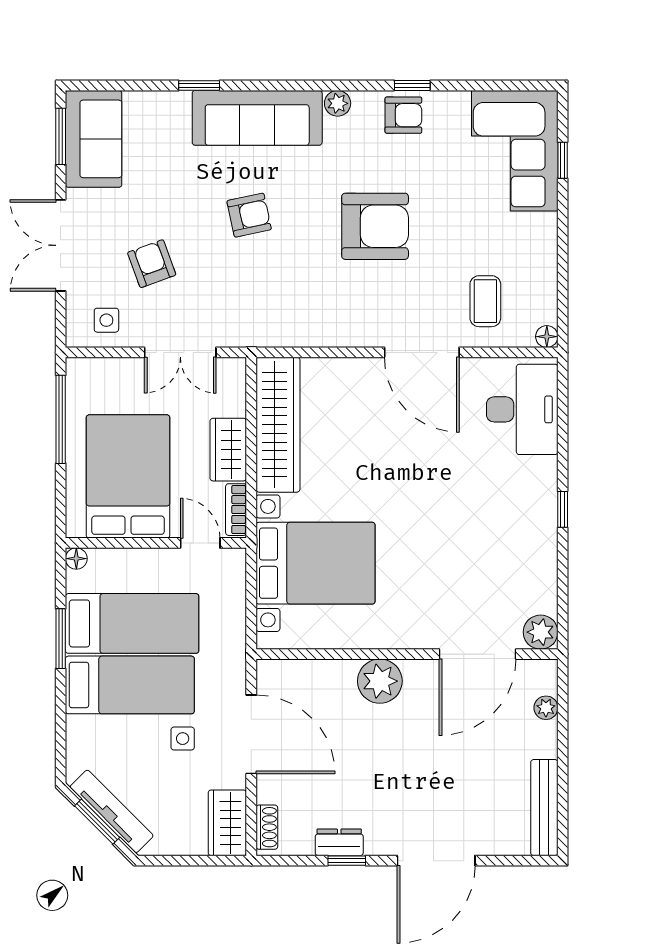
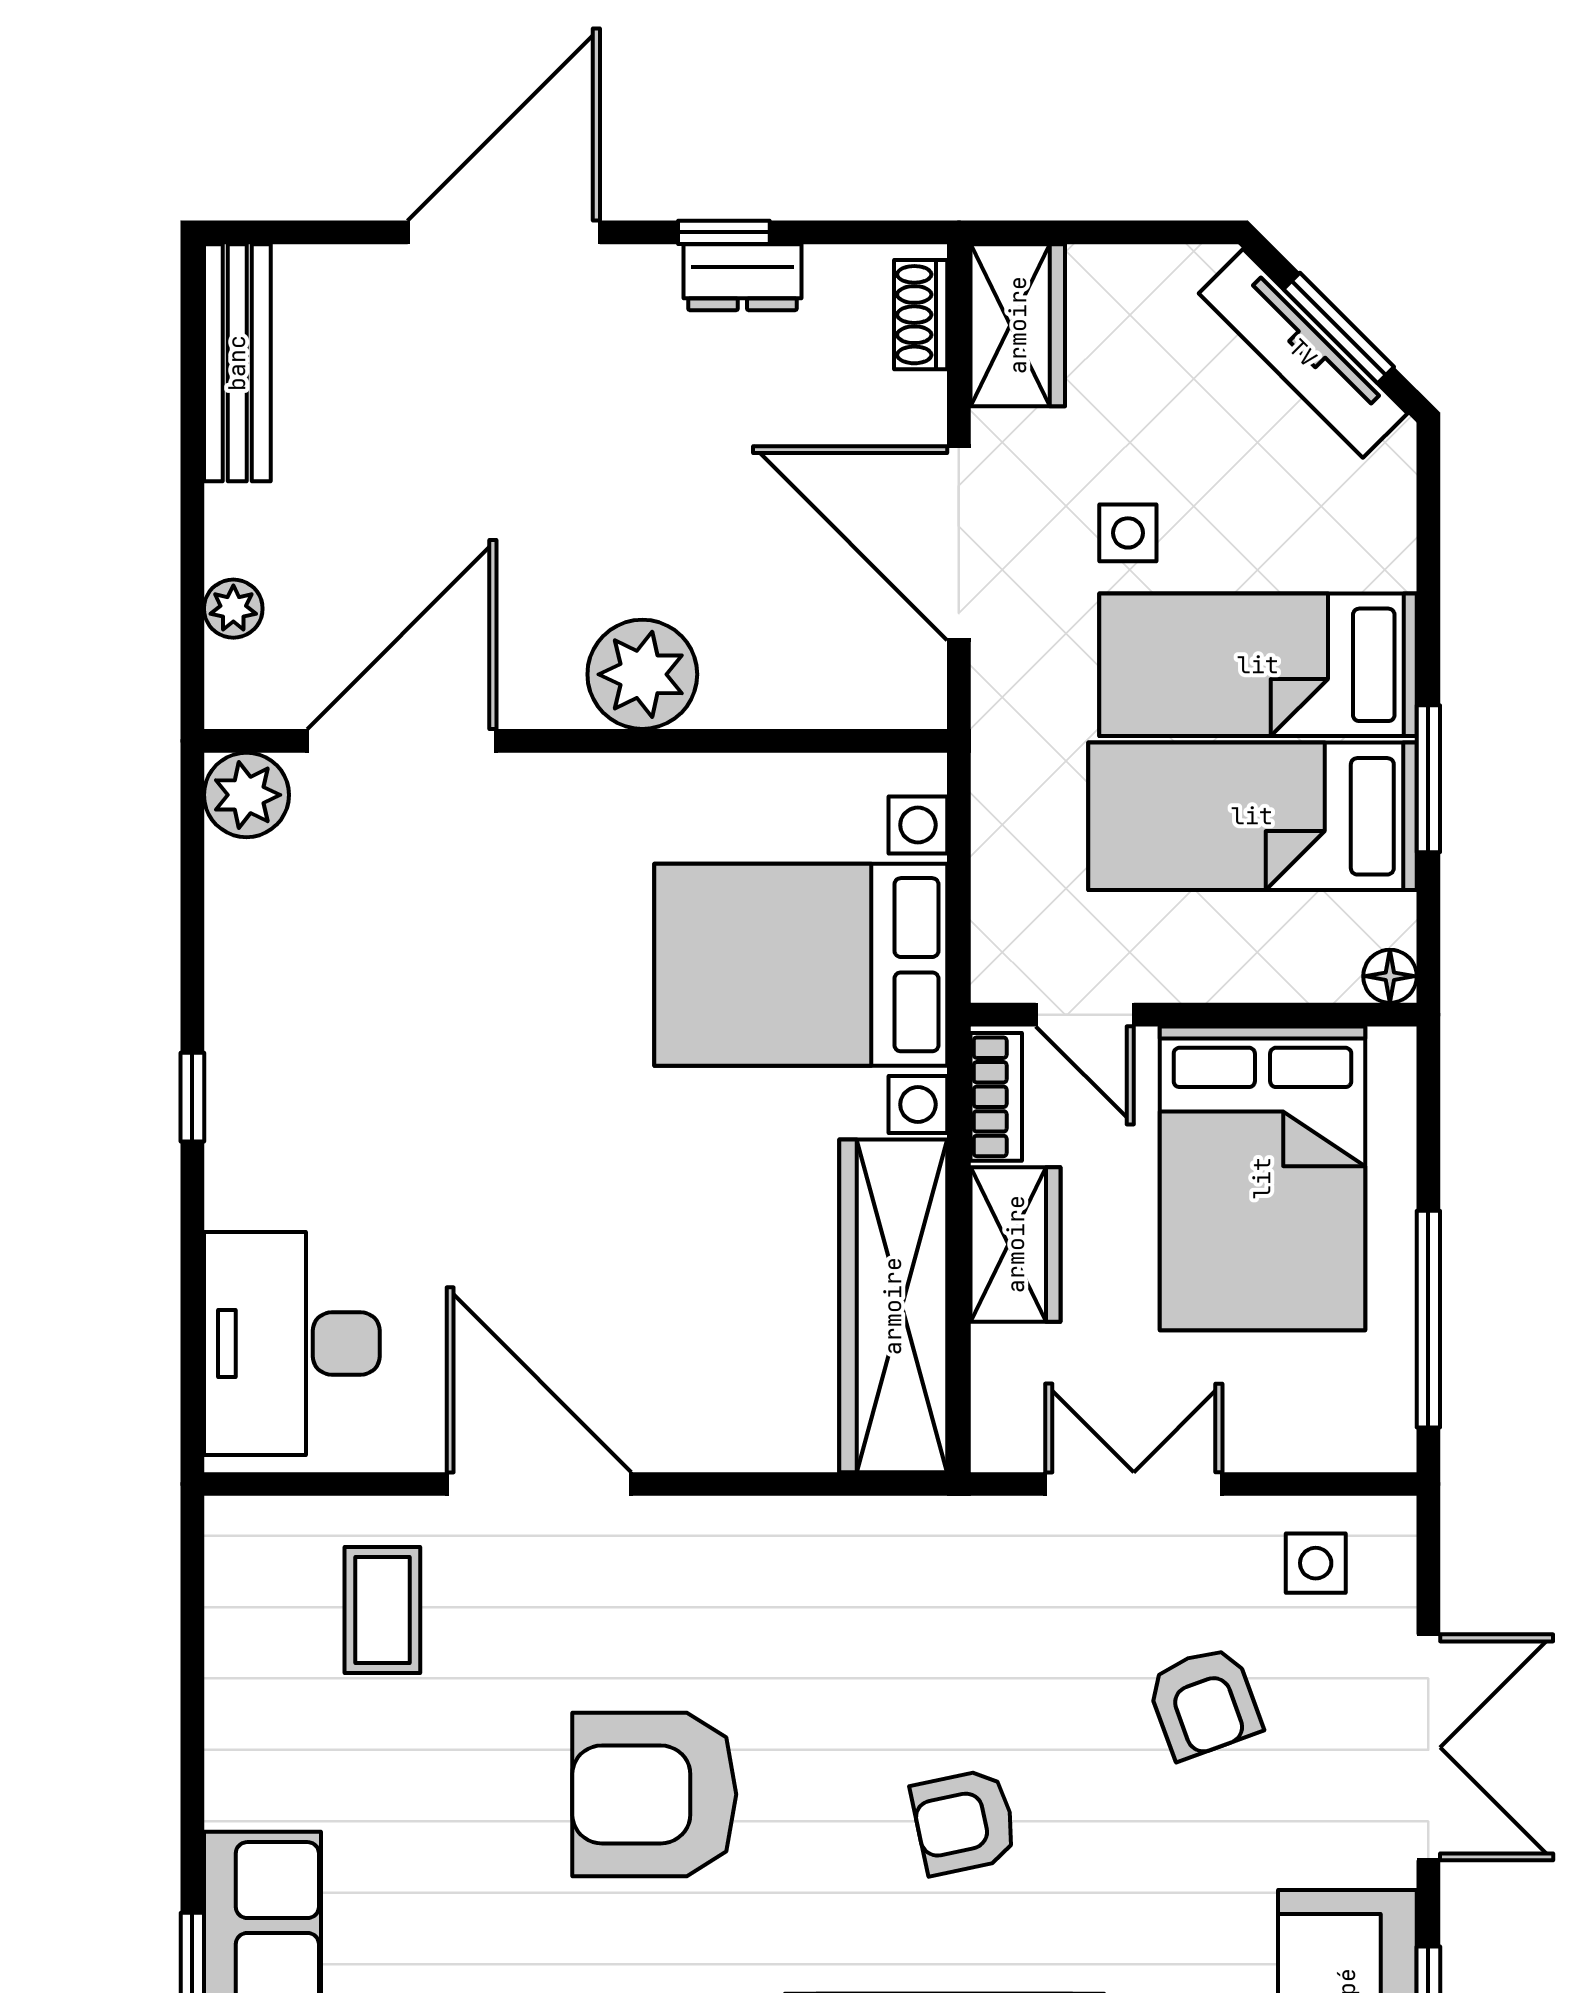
floor lamp: (547, 337) -> (231, 1523), removed

